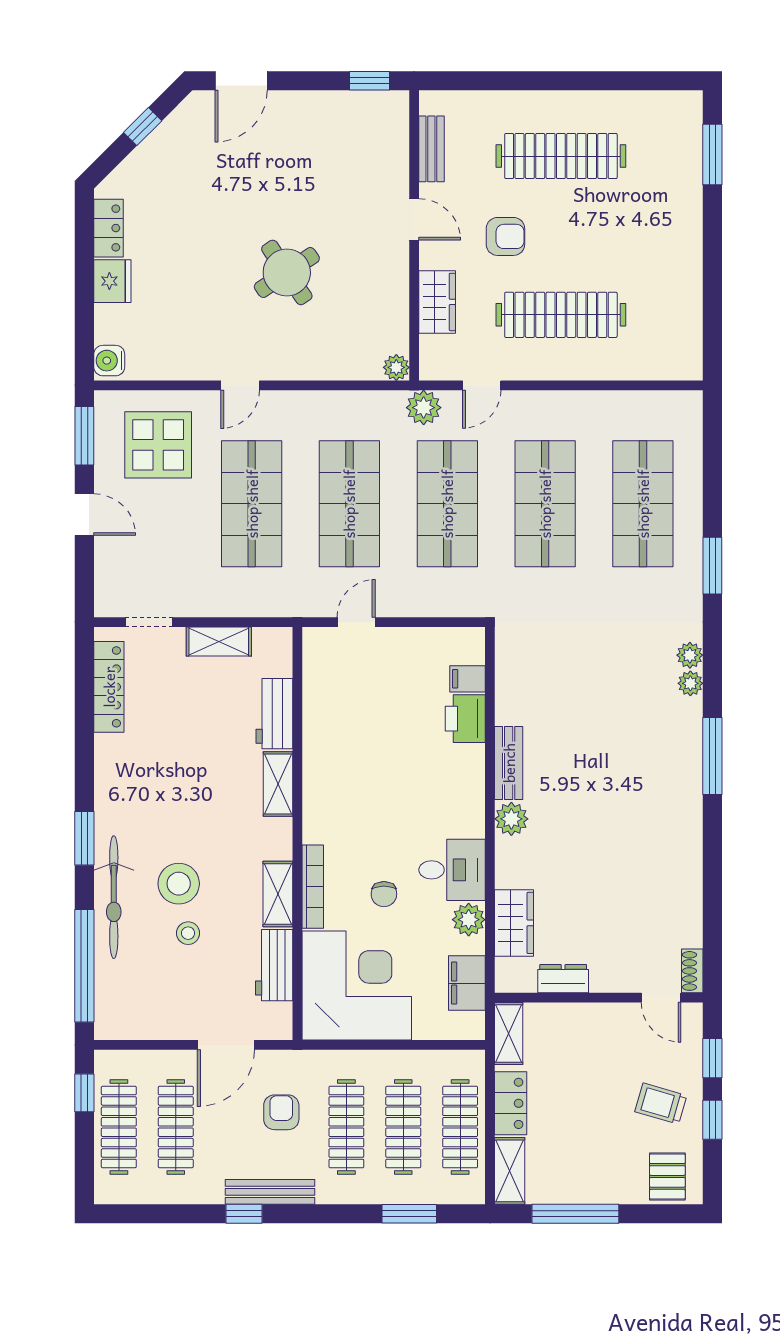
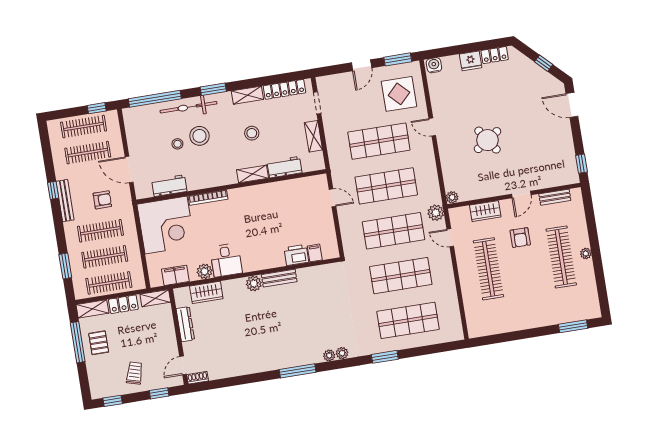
plant: (562, 102) -> (586, 253), added
stool: (191, 771) -> (252, 133), added
shelving: (278, 894) -> (247, 95), moved
chair: (384, 894) -> (210, 231), removed
dresser: (563, 979) -> (185, 324), width x1.44
window: (712, 1120) -> (113, 401), moved
pallet: (667, 1176) -> (99, 343), moved, turned 90

